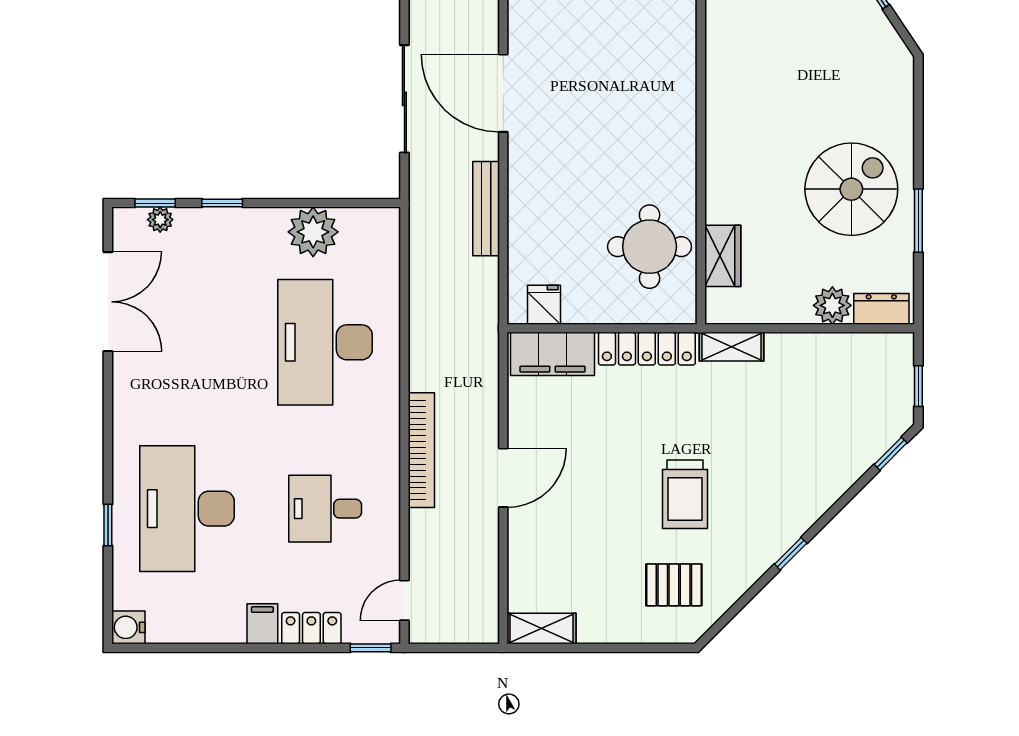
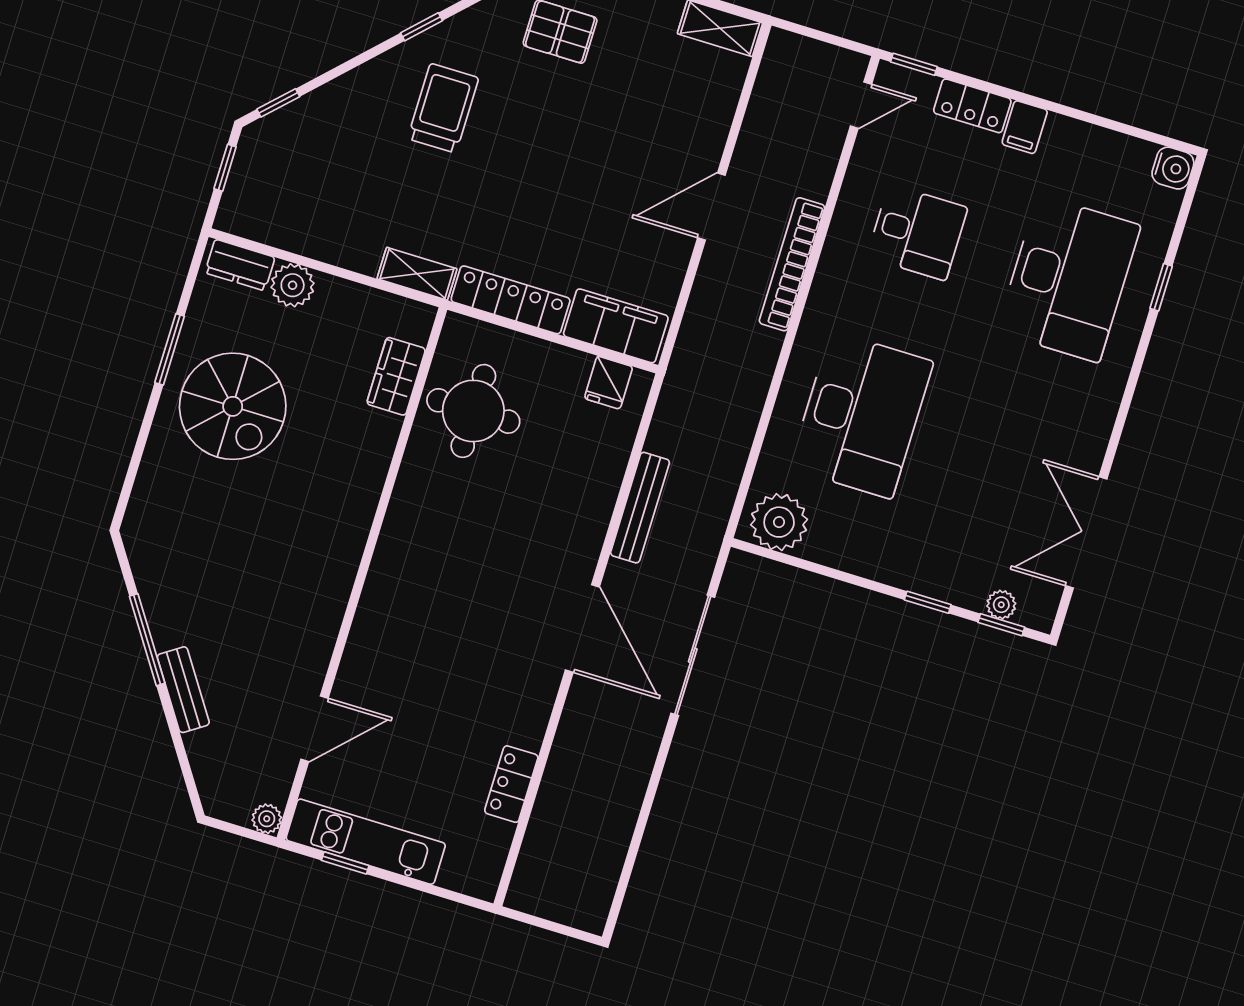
spiral stairs: (851, 189) -> (233, 406), turned -90
plant: (313, 232) -> (779, 522), moved
trolley: (685, 494) -> (443, 108), moved

